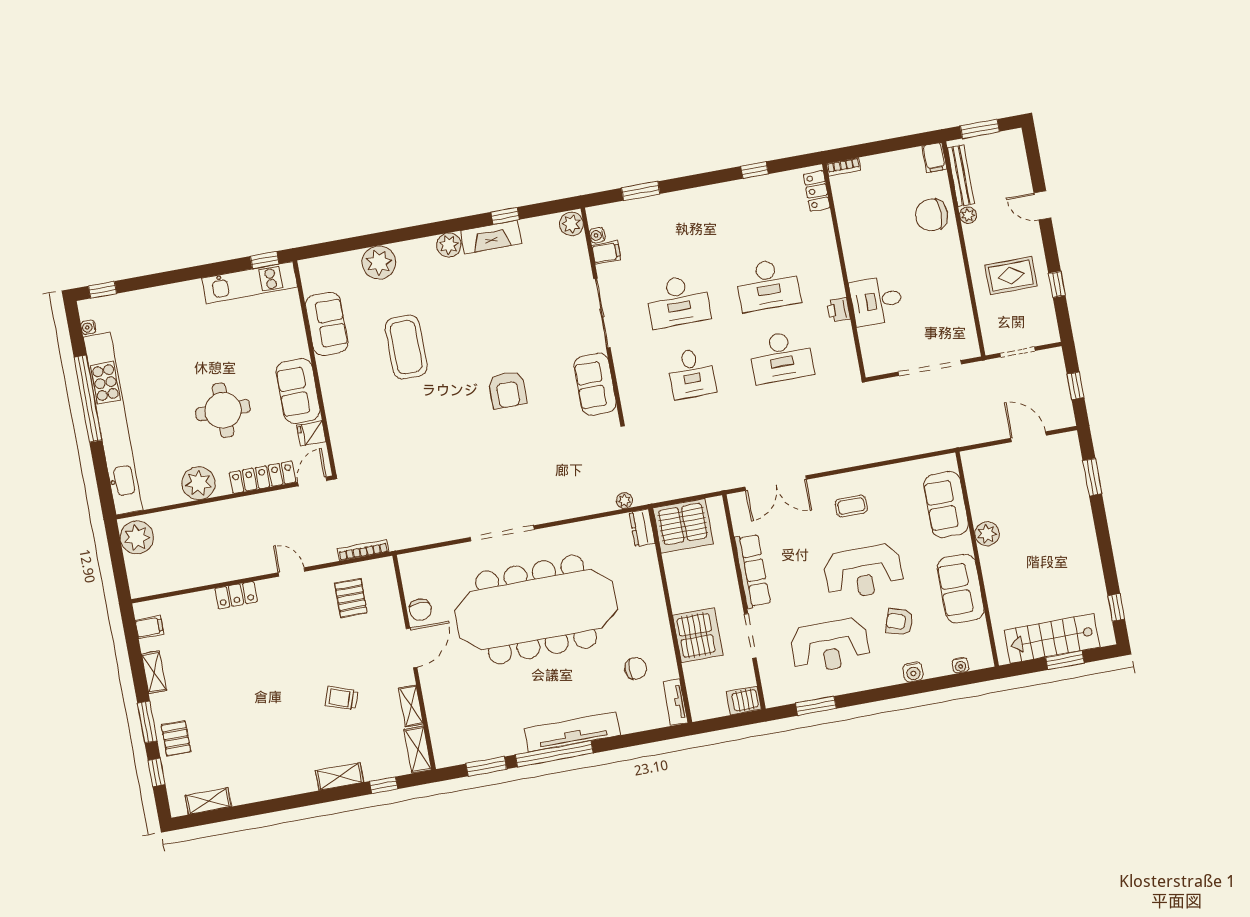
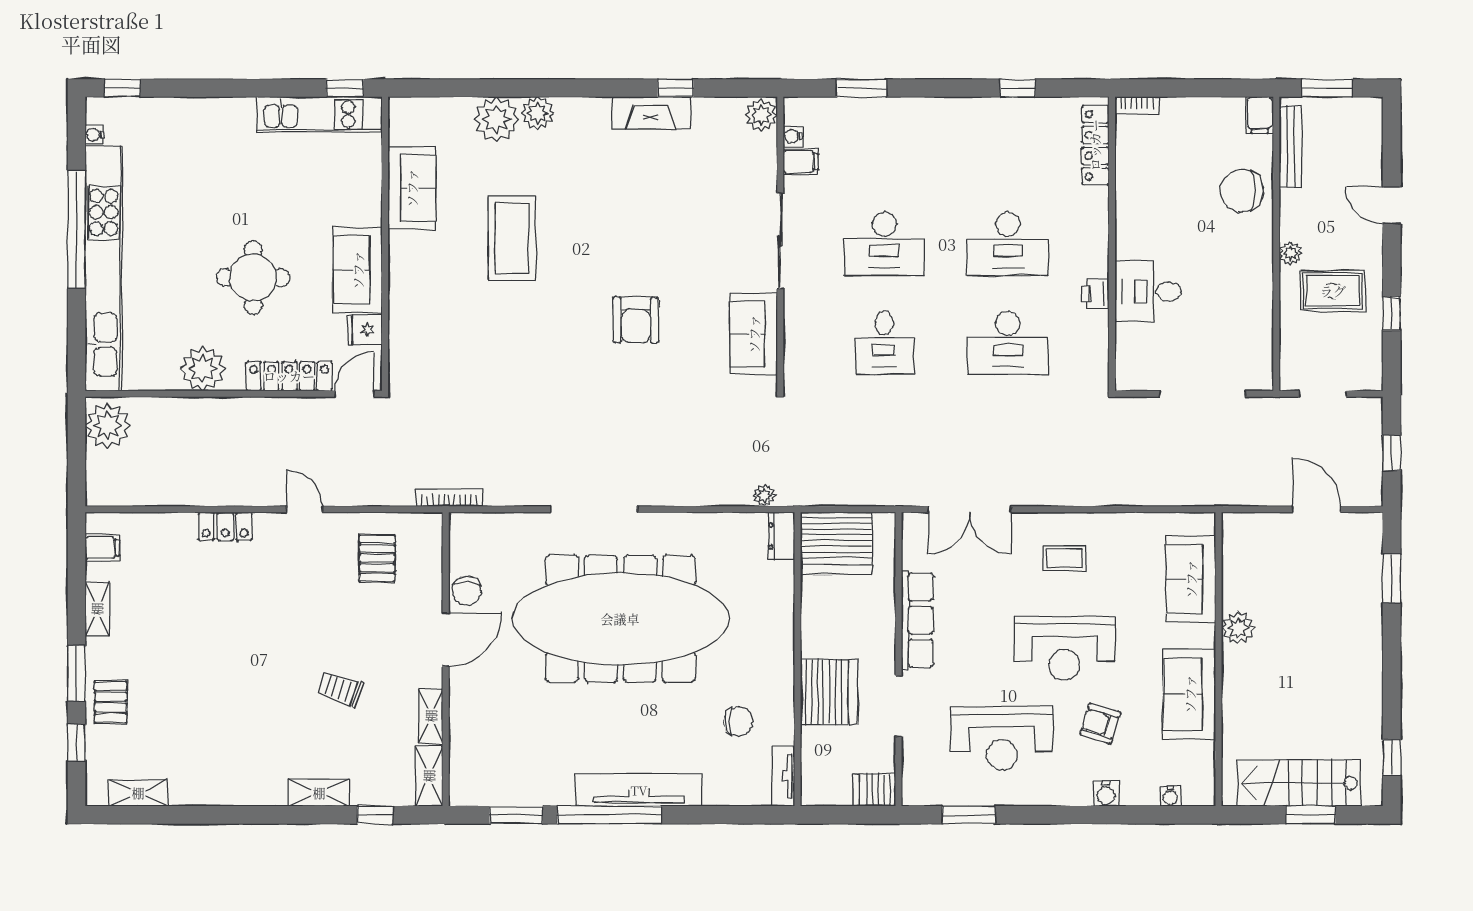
locker: (817, 191) -> (1095, 145), width x1.53
plant: (968, 215) -> (1290, 253), moved
plant: (449, 245) -> (538, 113), moved
bookcase: (363, 550) -> (449, 498), moved

